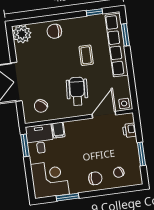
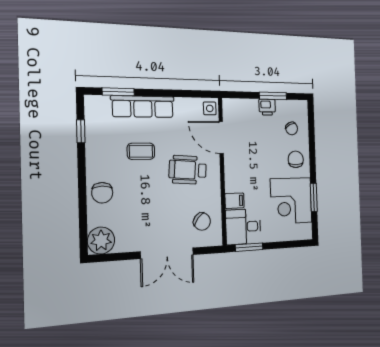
row of seats: (117, 45) -> (143, 107), width x0.73
printer: (129, 130) -> (267, 107), moved
corner desk: (50, 179) -> (291, 201), moved, turned -90

